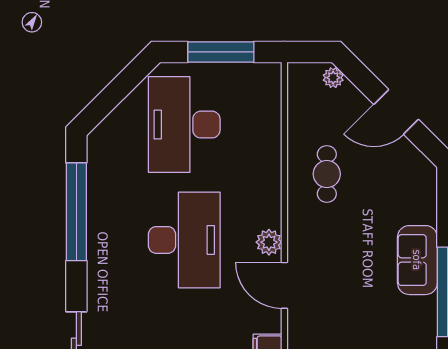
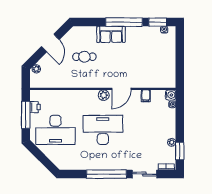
printer: (240, 74) -> (35, 107), added
cafe table: (327, 174) -> (84, 57), moved
window: (76, 212) -> (106, 174), moved

